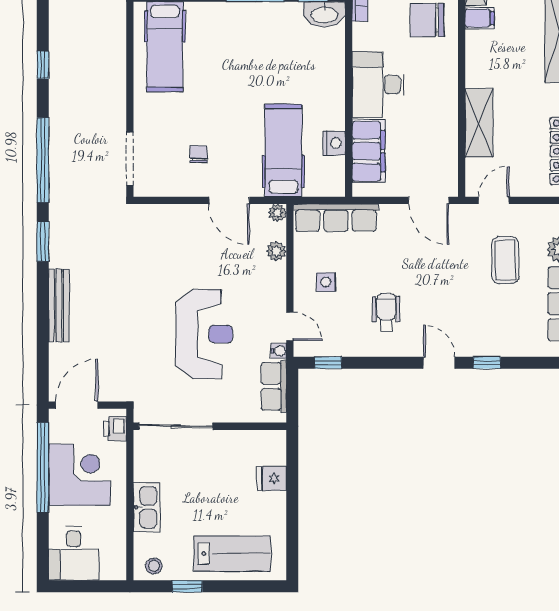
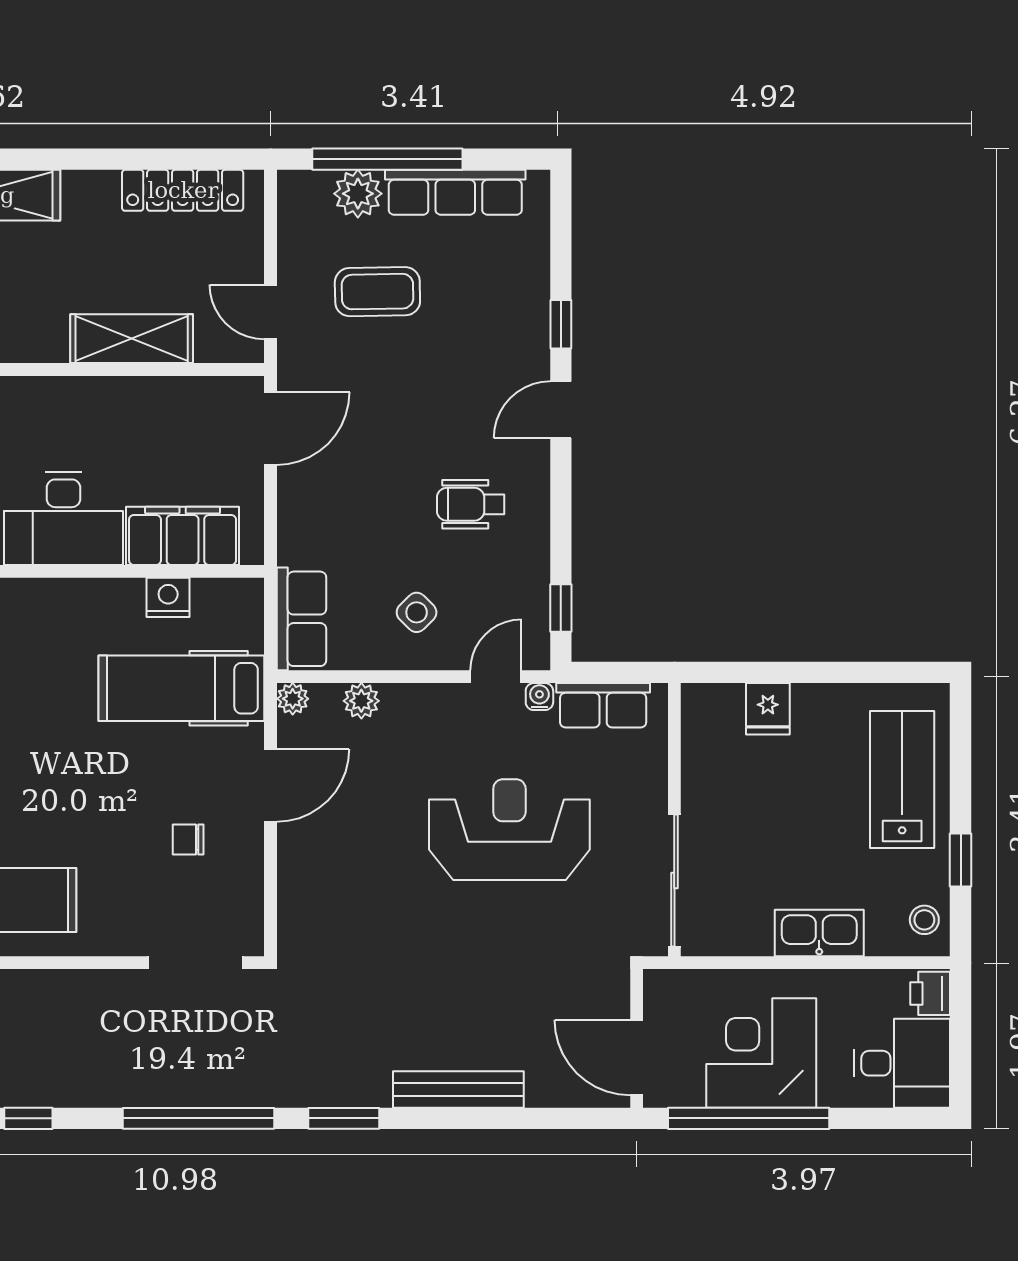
row of seats: (336, 218) -> (301, 619), width x0.68
side table: (326, 282) -> (417, 612), turned 45
printer: (115, 429) -> (930, 993), moved, turned 90

